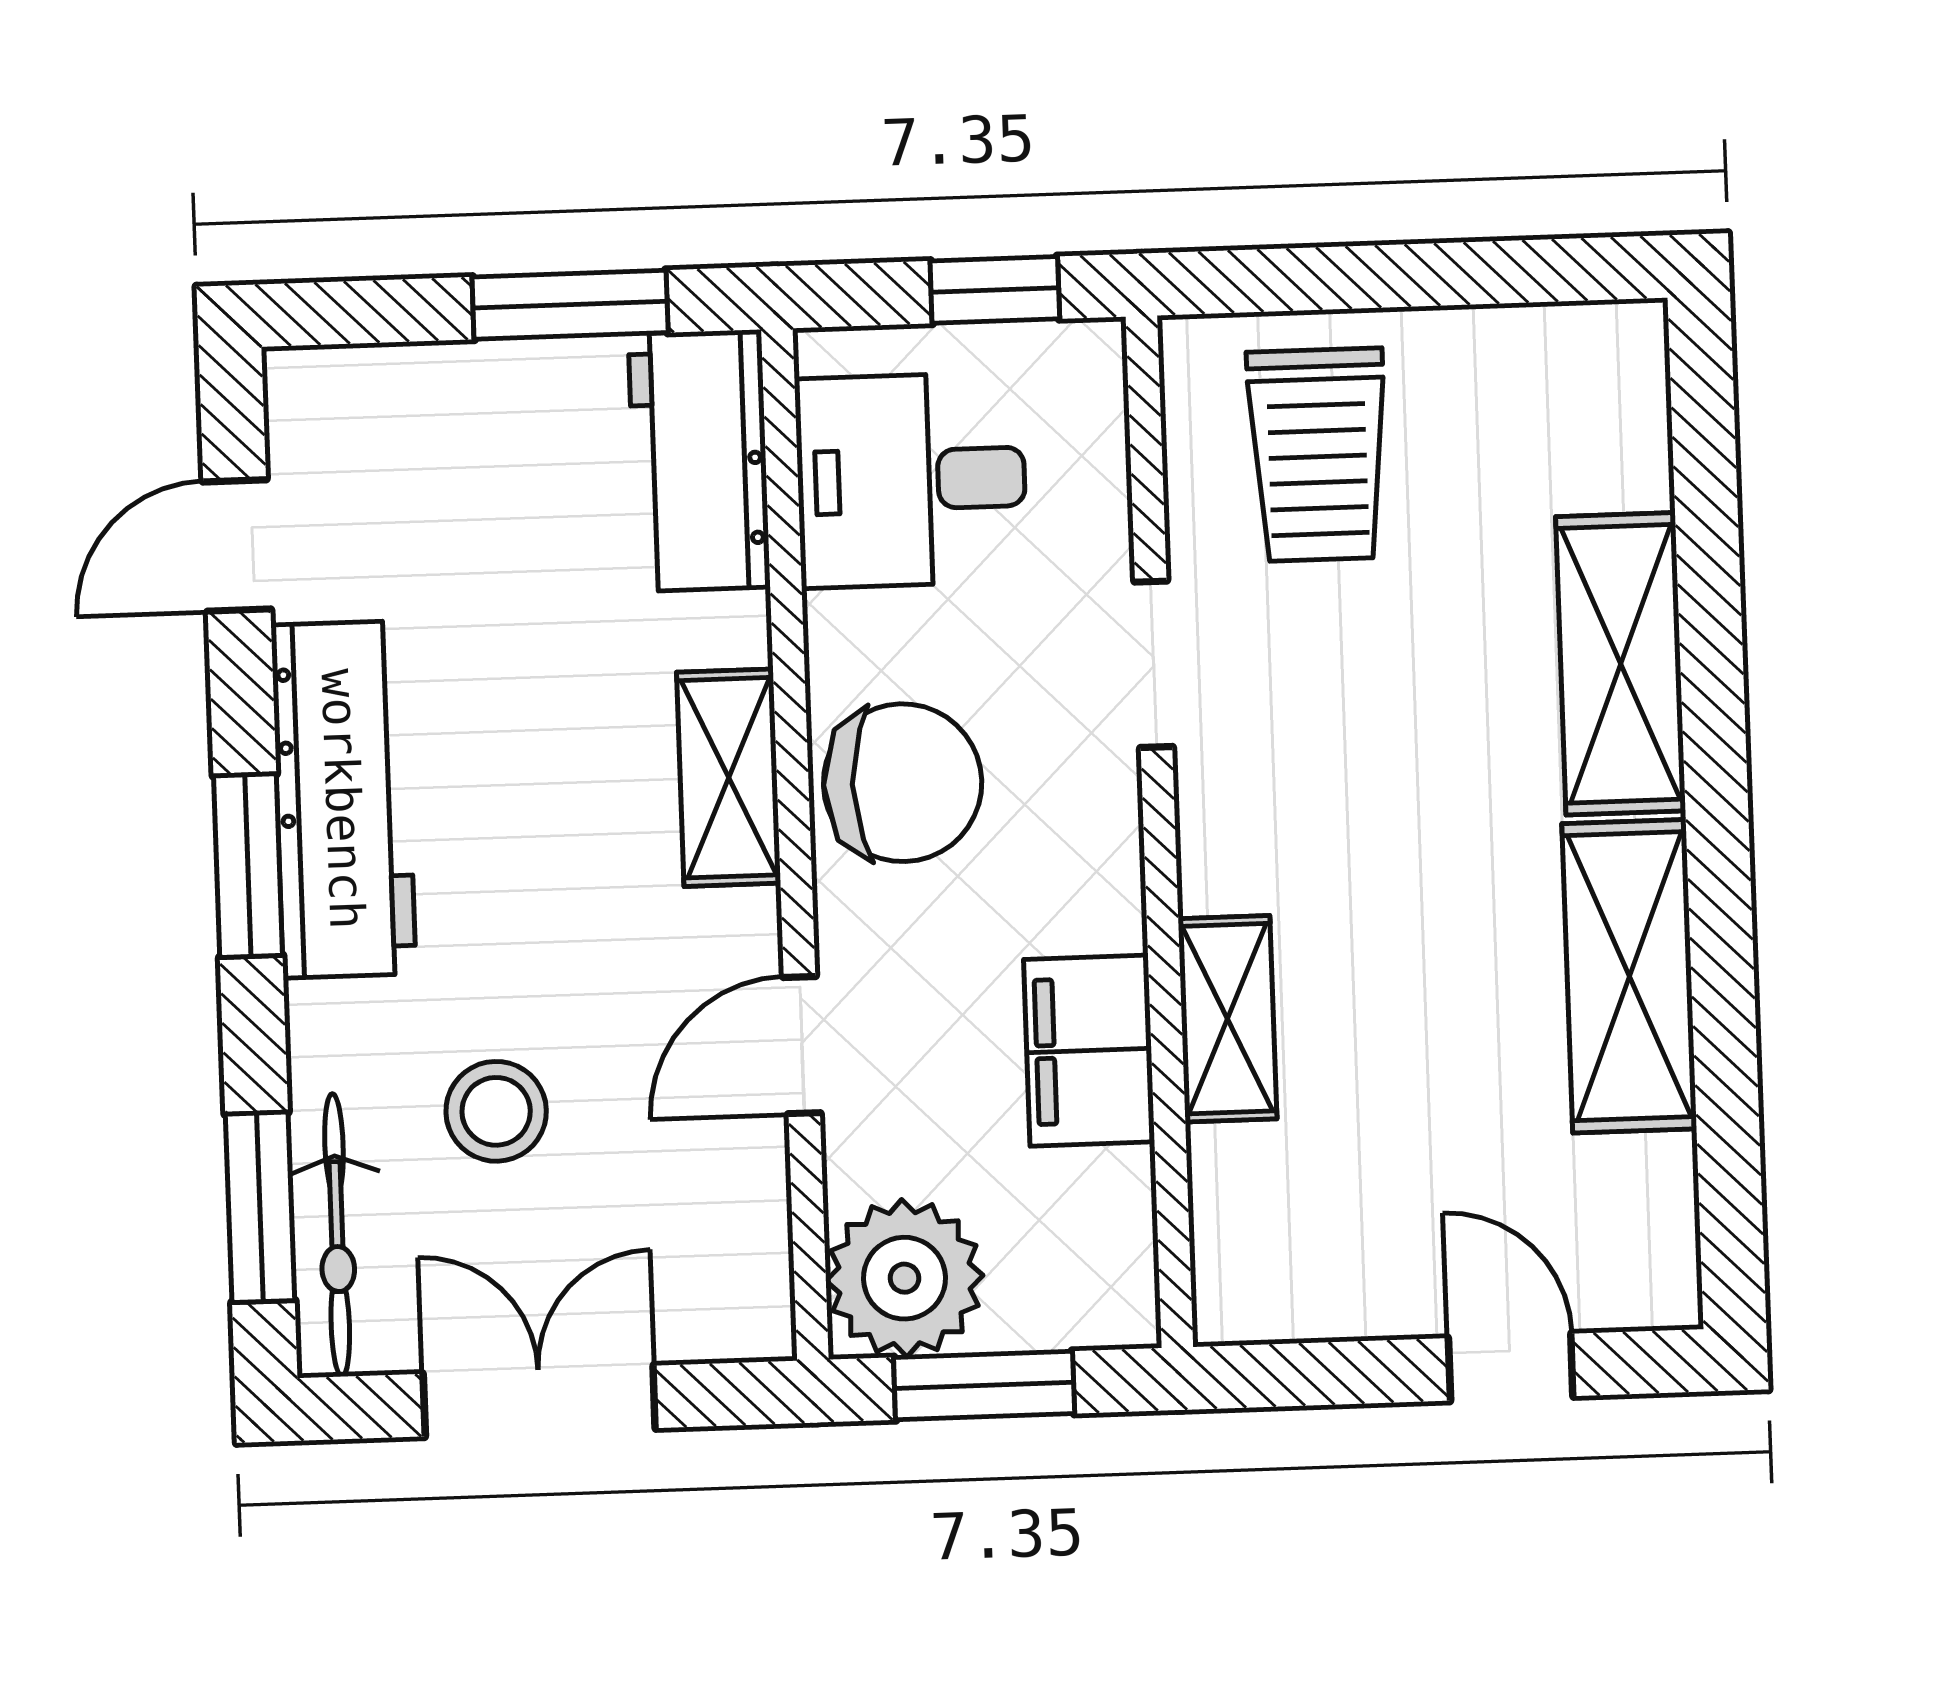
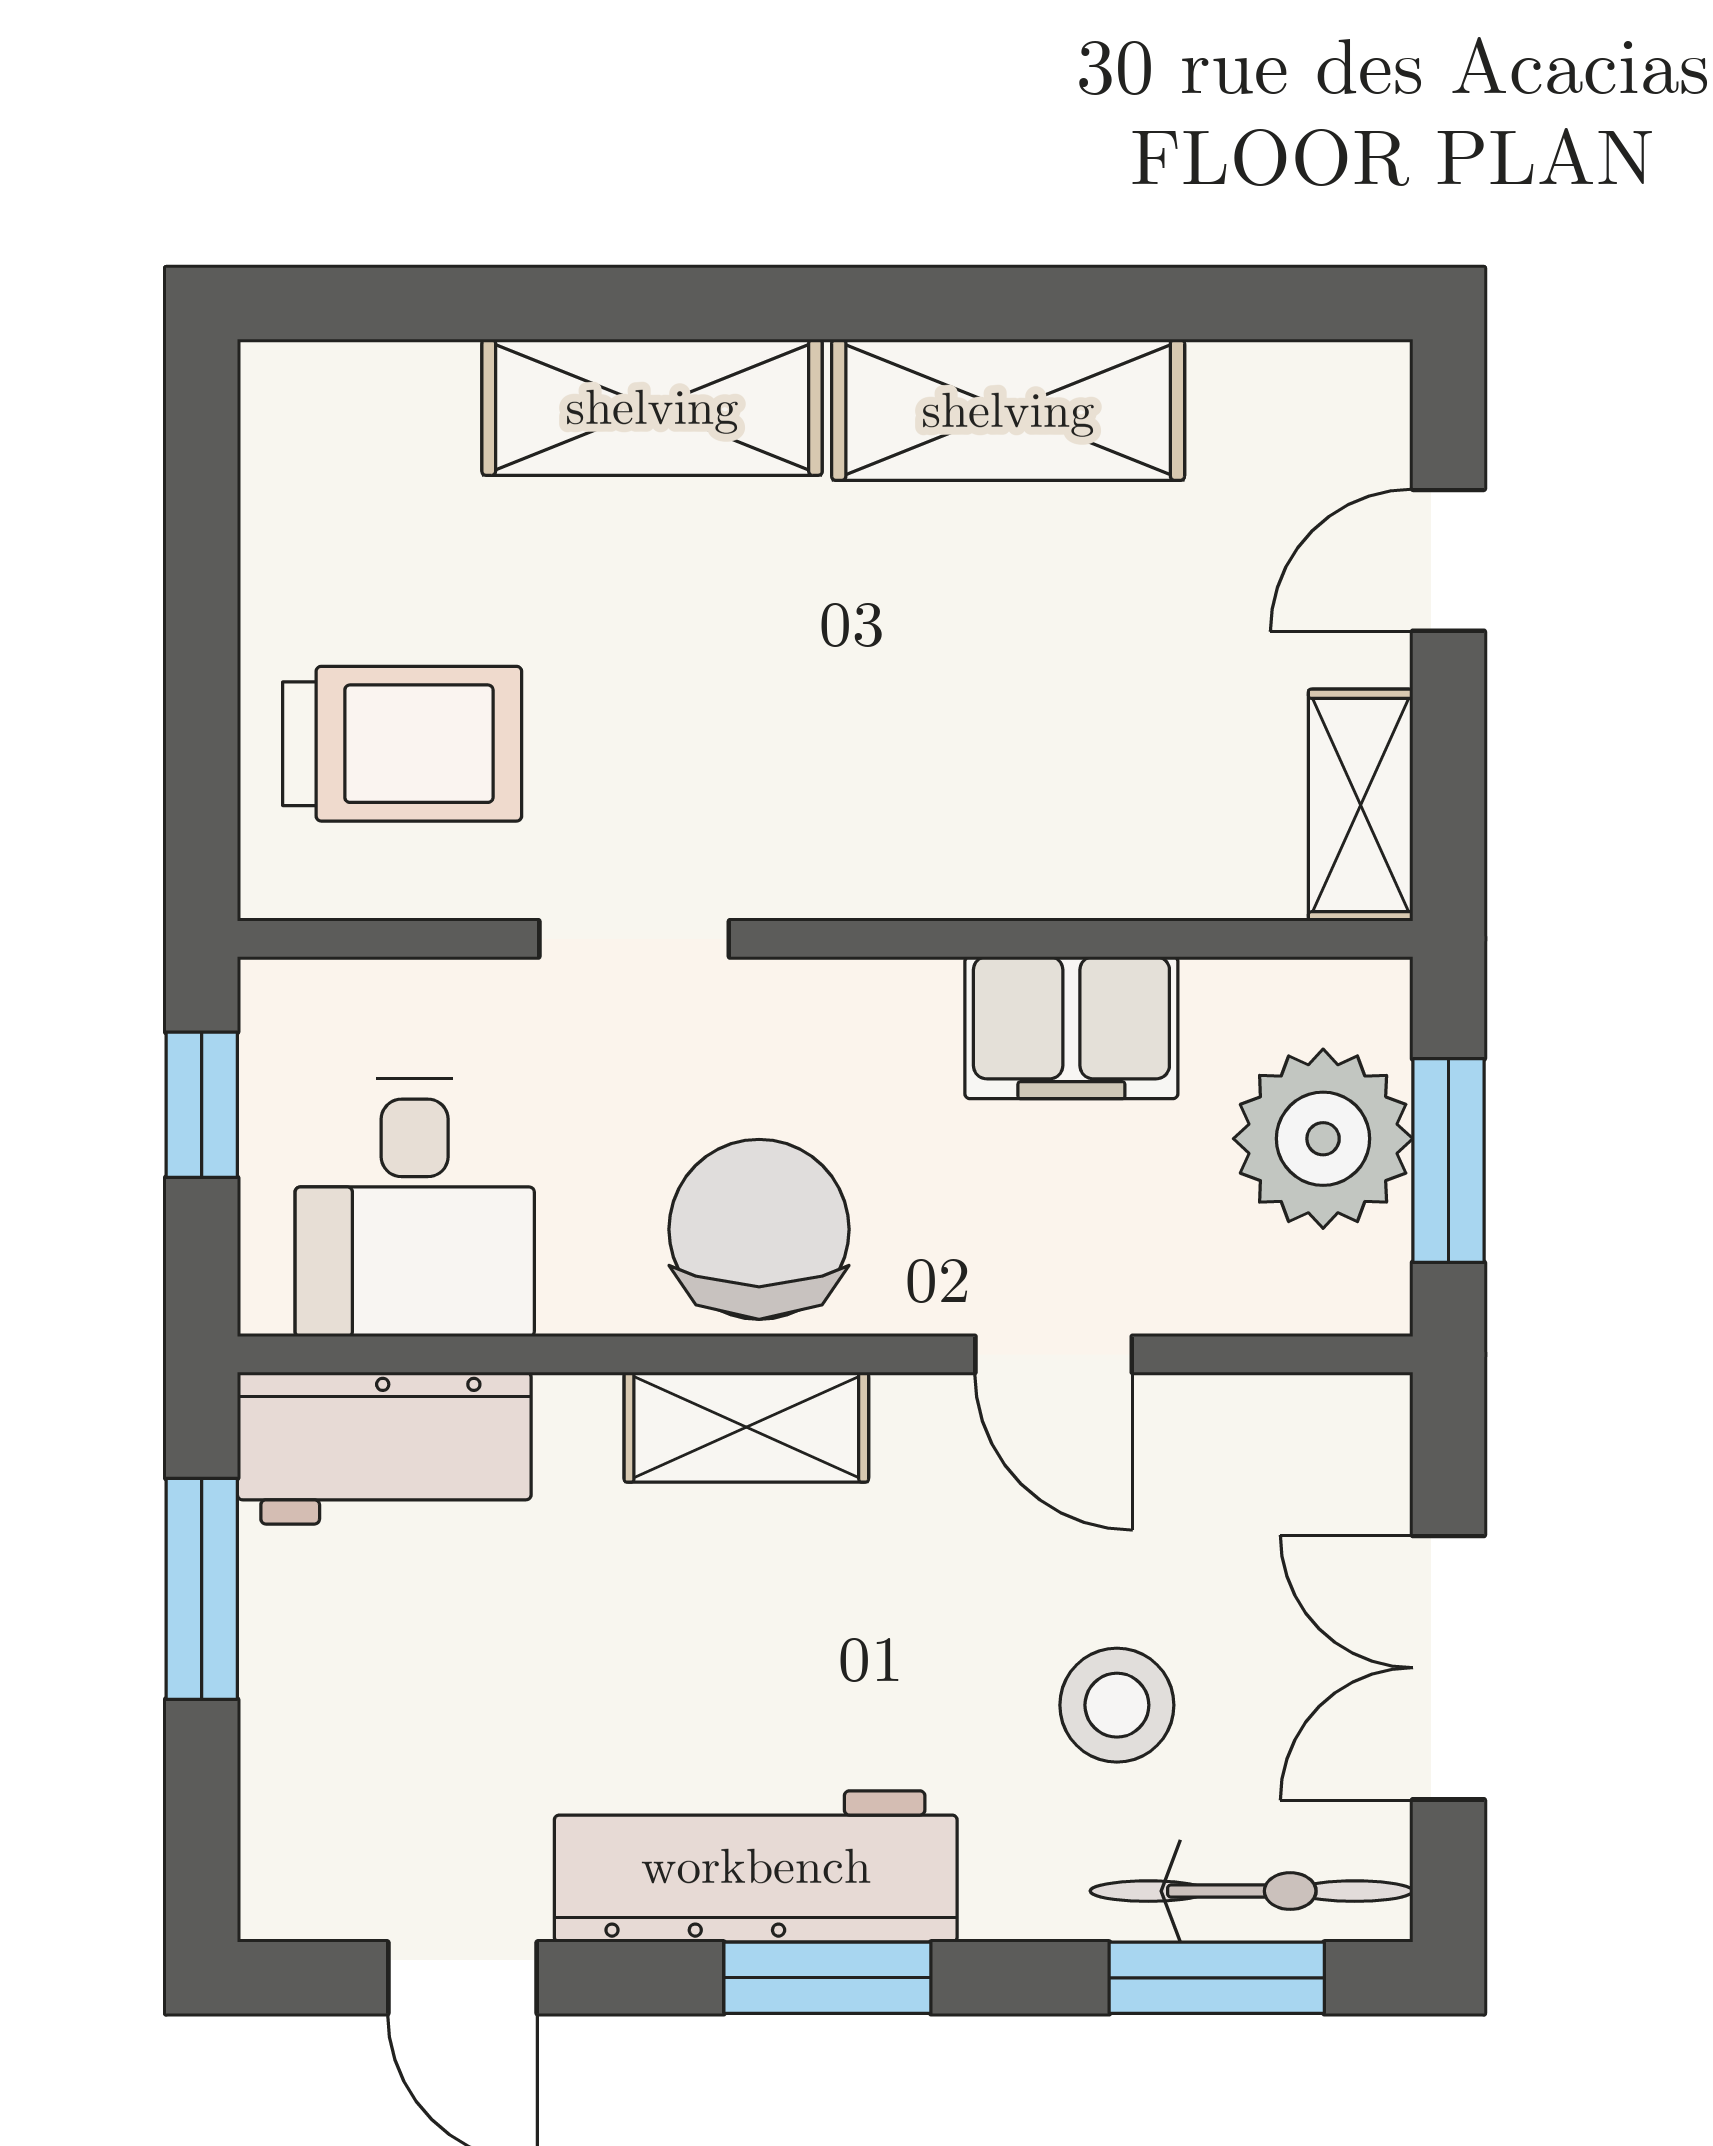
shelving: (1228, 1019) -> (1361, 805), moved, turned 90
plant: (904, 1278) -> (1323, 1139), moved

